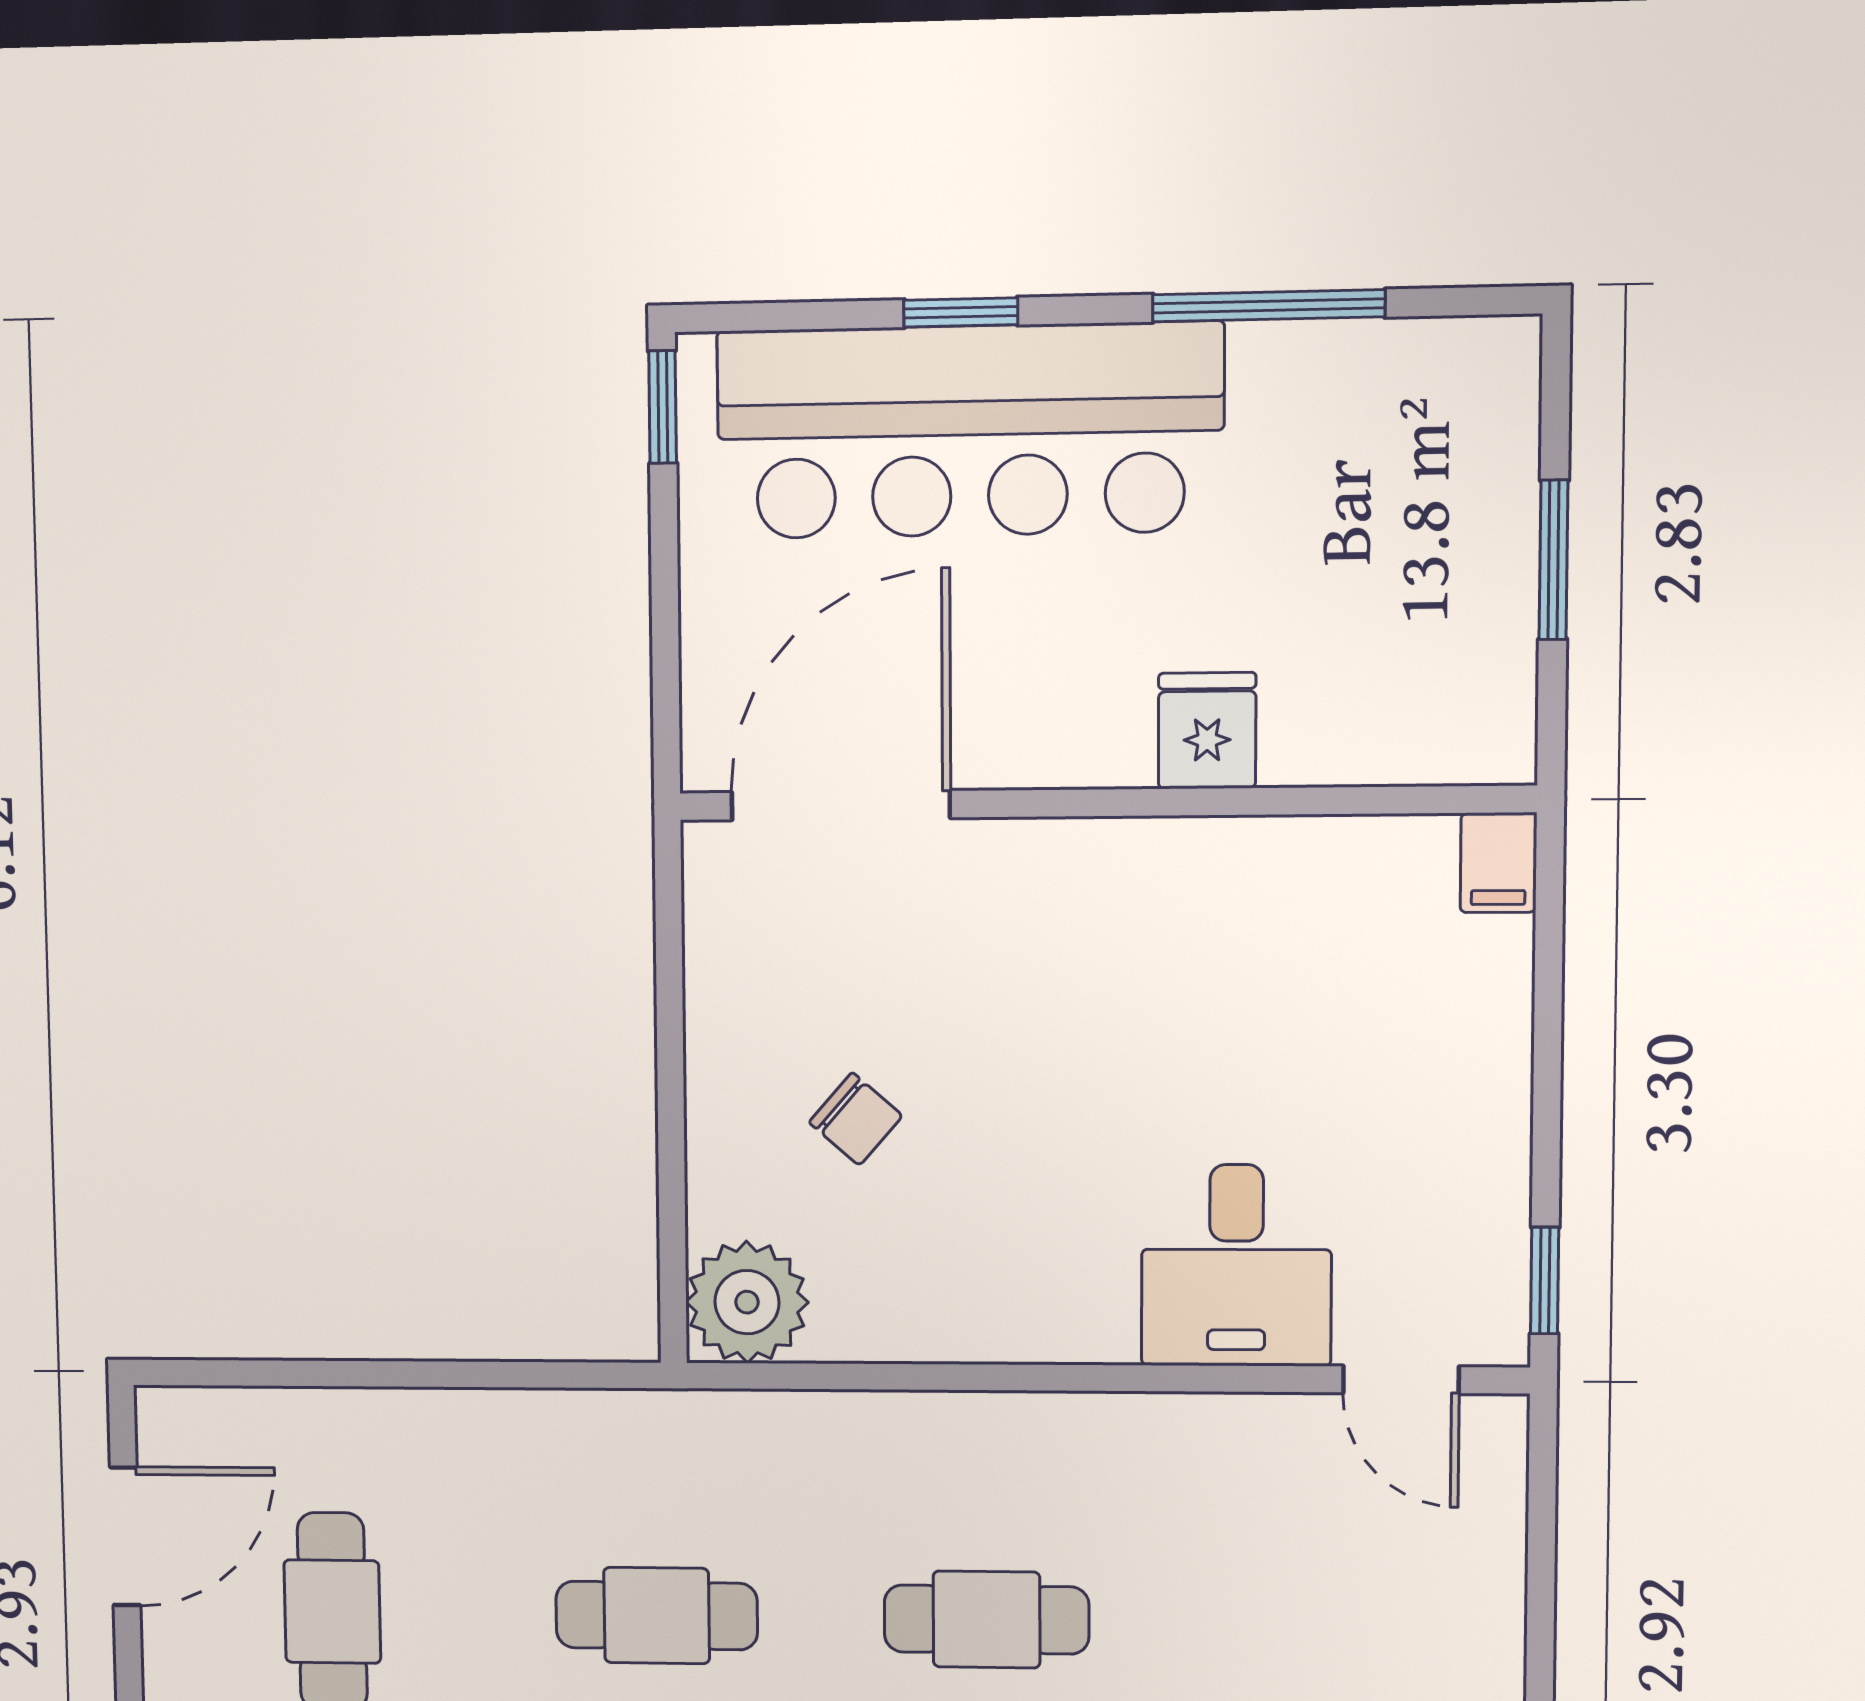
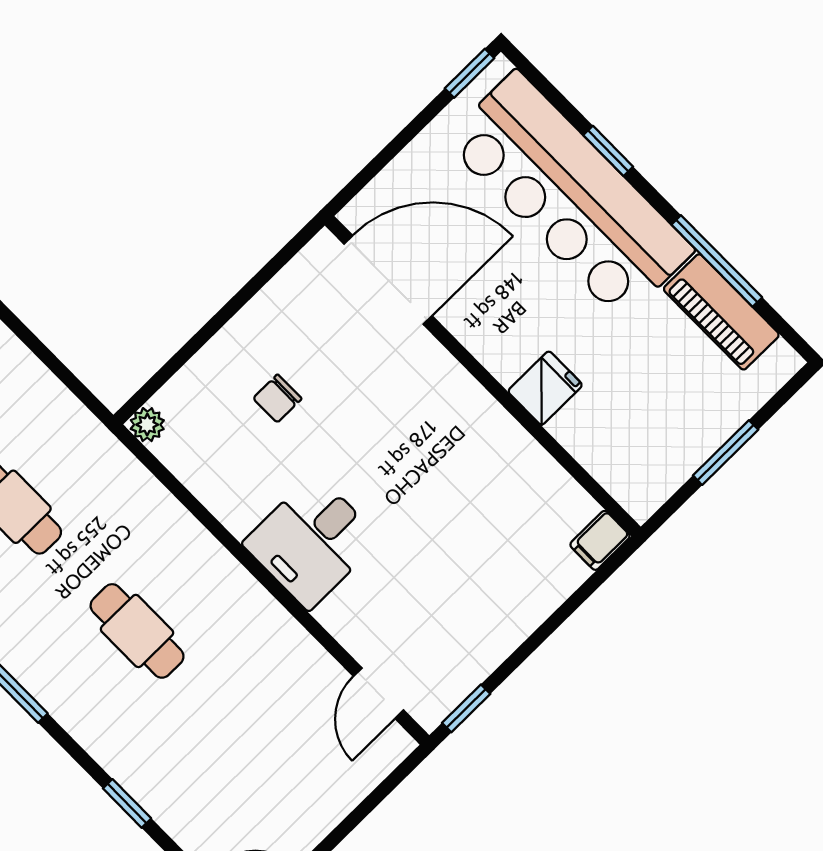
piano: (1347, 370) -> (721, 312), added
chair: (856, 1119) -> (277, 398), turned 49
desk: (1236, 1265) -> (312, 541), moved
plant: (747, 1302) -> (147, 425), width x0.53, depth x0.53

